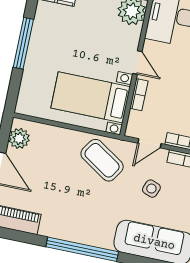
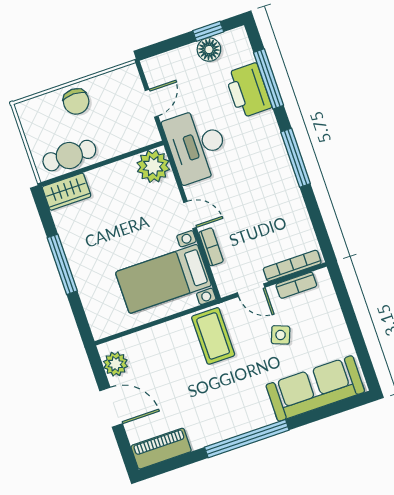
door: (149, 143) -> (251, 290), hinge flipped
coffee table: (102, 160) -> (213, 336), turned 57

